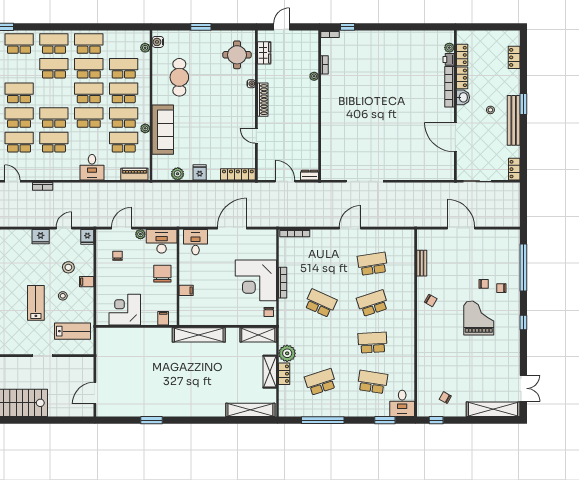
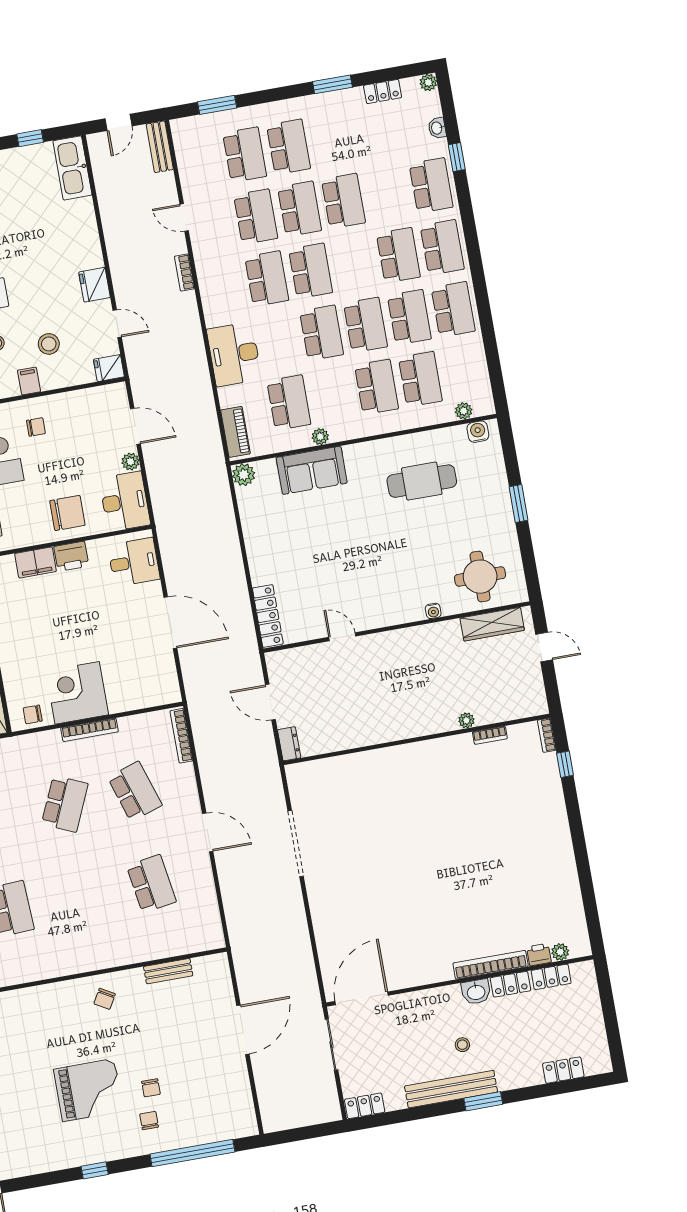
wardrobe: (264, 53) -> (492, 624), width x1.50
shoe rack: (263, 100) -> (409, 637), removed
school desk: (124, 118) -> (333, 395), removed
sofa: (163, 130) -> (312, 470), width x0.73
door: (256, 136) -> (342, 637), hinge flipped
door: (455, 137) -> (362, 998), moved
desk: (92, 167) -> (234, 354), width x1.37
fridge: (200, 172) -> (259, 547), removed
plant: (178, 174) -> (244, 475), moved
door: (13, 181) -> (184, 217), swing flipped
door: (285, 181) -> (270, 702), swing flipped
chair: (117, 256) -> (36, 427), moved
printer: (186, 276) -> (71, 556), added
corner desk: (256, 280) -> (77, 693), width x0.74, depth x0.74
filing cabinet: (186, 290) -> (36, 562), width x2.00
school desk: (373, 303) -> (135, 791), moved

